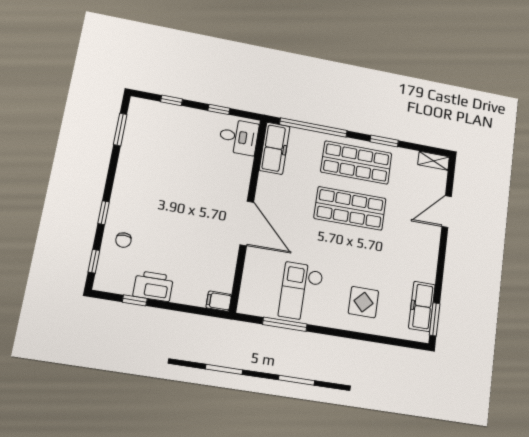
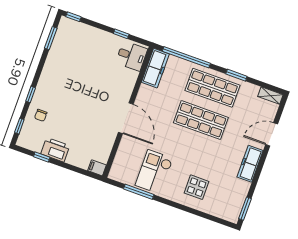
window: (171, 100) -> (74, 17), moved
freezer: (422, 306) -> (250, 164), moved

